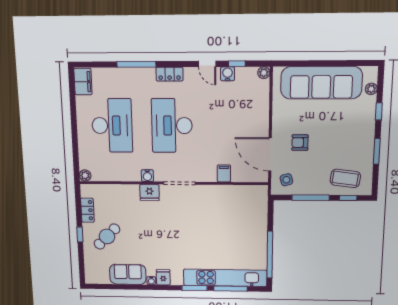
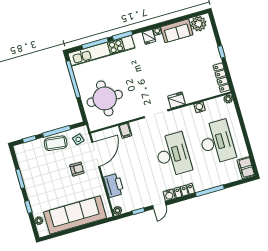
door: (207, 64) -> (159, 205), swing flipped
water cooler: (228, 74) -> (169, 195), moved
printer: (259, 108) -> (114, 185), added
desk: (112, 126) -> (217, 142), turned 180
door: (270, 155) -> (96, 154), hinge flipped
water cooler: (147, 176) -> (200, 107), moved
coffee table: (345, 178) -> (56, 143), moved
locker: (87, 210) -> (222, 78), width x1.53
round table: (238, 220) -> (105, 98), added
cafe table: (107, 237) -> (200, 56), removed
plant: (100, 275) -> (199, 24), added

